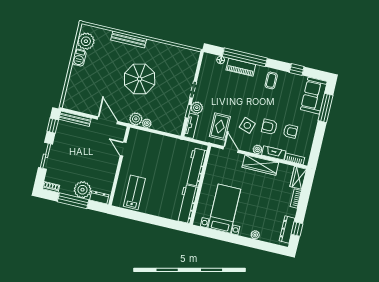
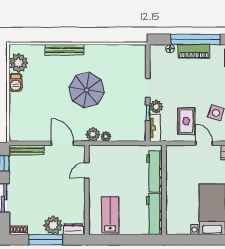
door: (123, 149) -> (87, 170), hinge flipped
workbench: (196, 167) -> (154, 171), moved
wall: (200, 185) -> (164, 190), moved
workbench: (187, 204) -> (154, 214), moved

